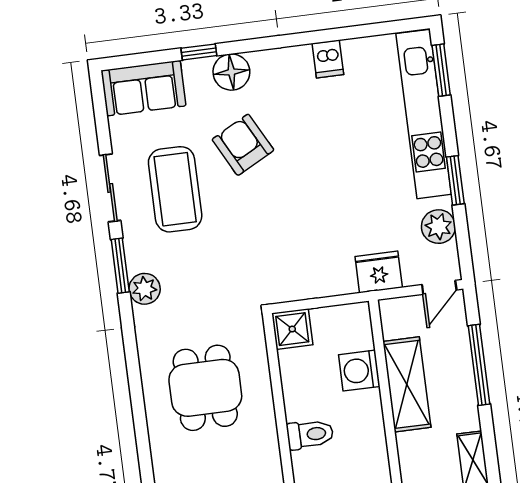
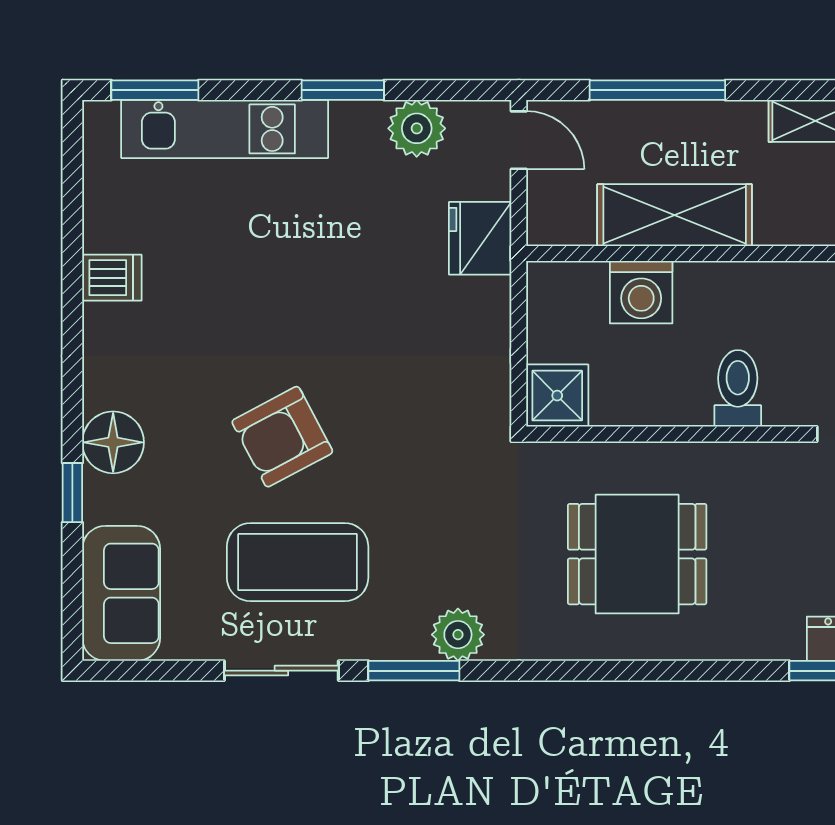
kitchen unit: (424, 114) -> (225, 129), width x0.73
armchair: (243, 145) -> (282, 437), moved

